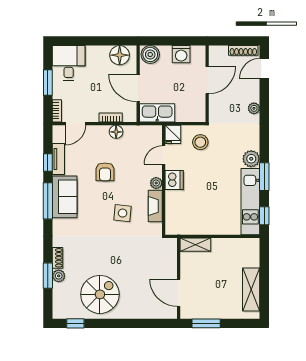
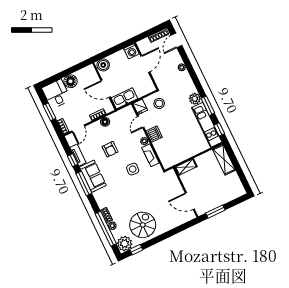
washing machine: (181, 54) -> (131, 51), moved
floor lamp: (120, 55) -> (70, 81), moved
window: (48, 276) -> (106, 229), width x2.11
shelving: (251, 289) -> (224, 160), moved
plant: (64, 308) -> (125, 244), added

